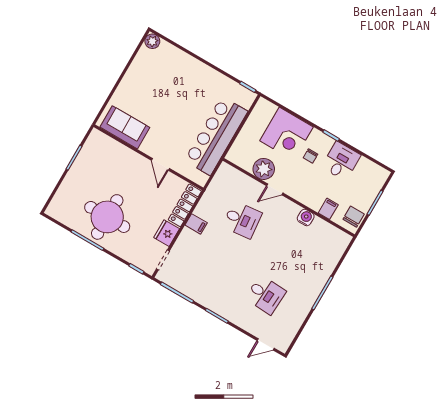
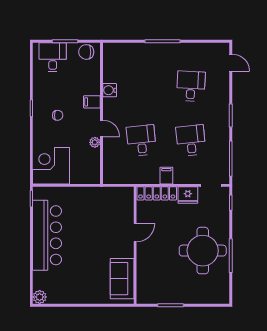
corner desk: (286, 134) -> (51, 166), moved, turned -90
bar counter: (216, 136) -> (47, 235), moved, turned -90
desk: (341, 161) -> (53, 57), moved, turned 90
plant: (264, 169) -> (95, 142), width x0.53, depth x0.53
filing cabinet: (328, 209) -> (92, 102), moved
desk: (215, 265) -> (191, 140), added

